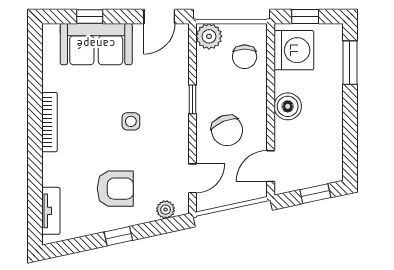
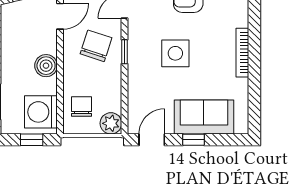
window: (90, 16) -> (194, 140), moved
window: (192, 99) -> (125, 52), moved
side table: (131, 121) -> (175, 53), width x1.87, depth x1.87
chair: (227, 130) -> (96, 46), turned 40

